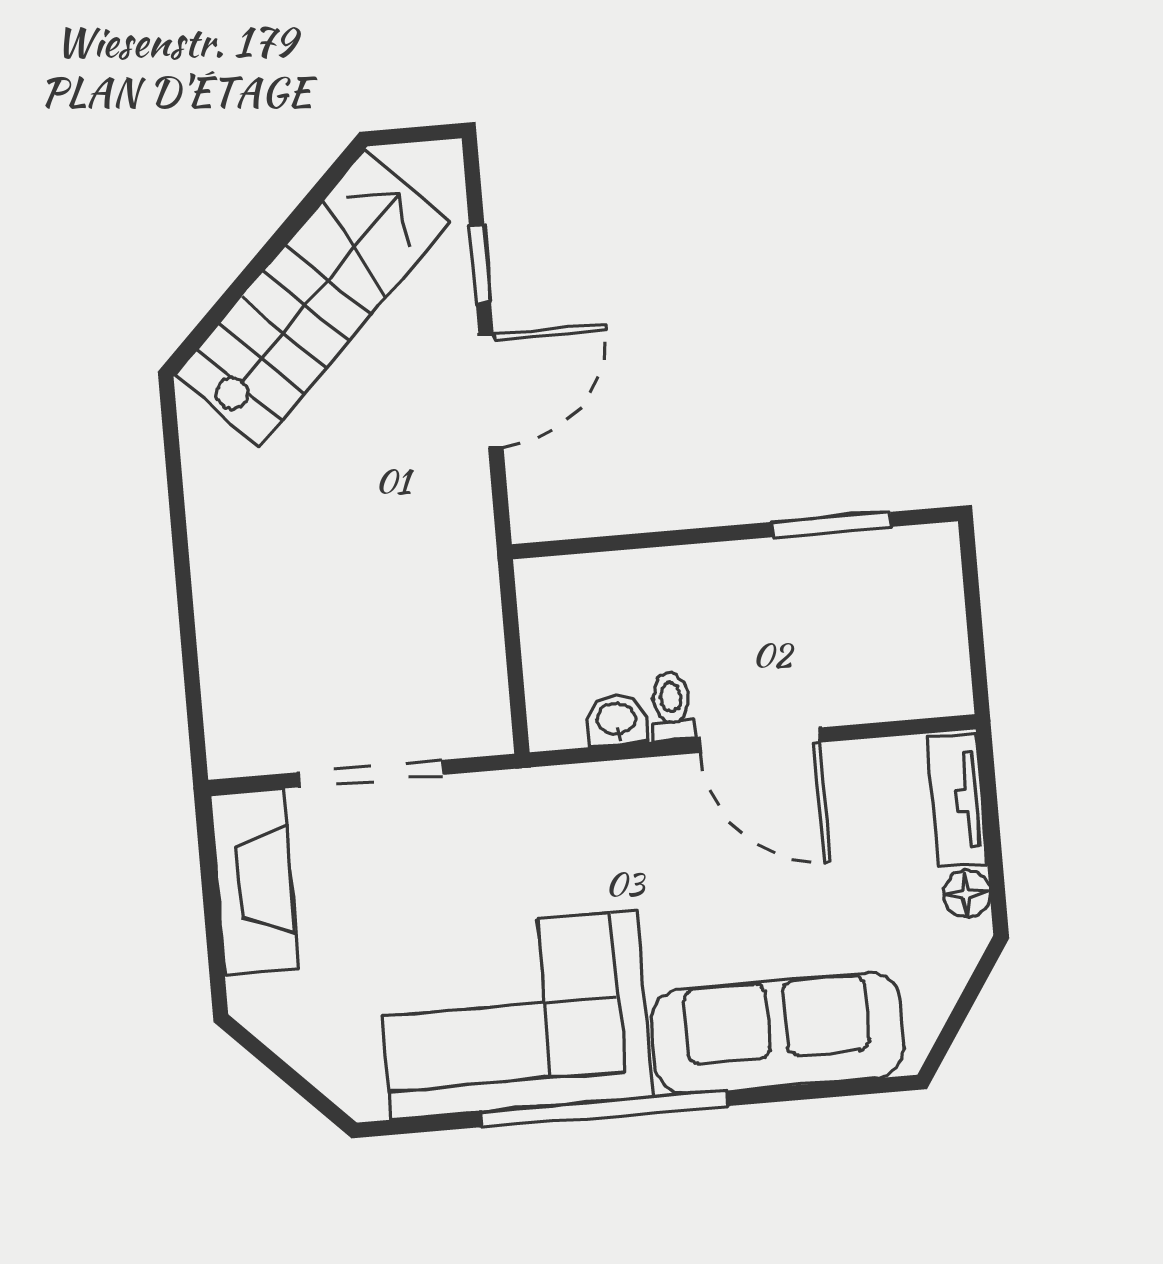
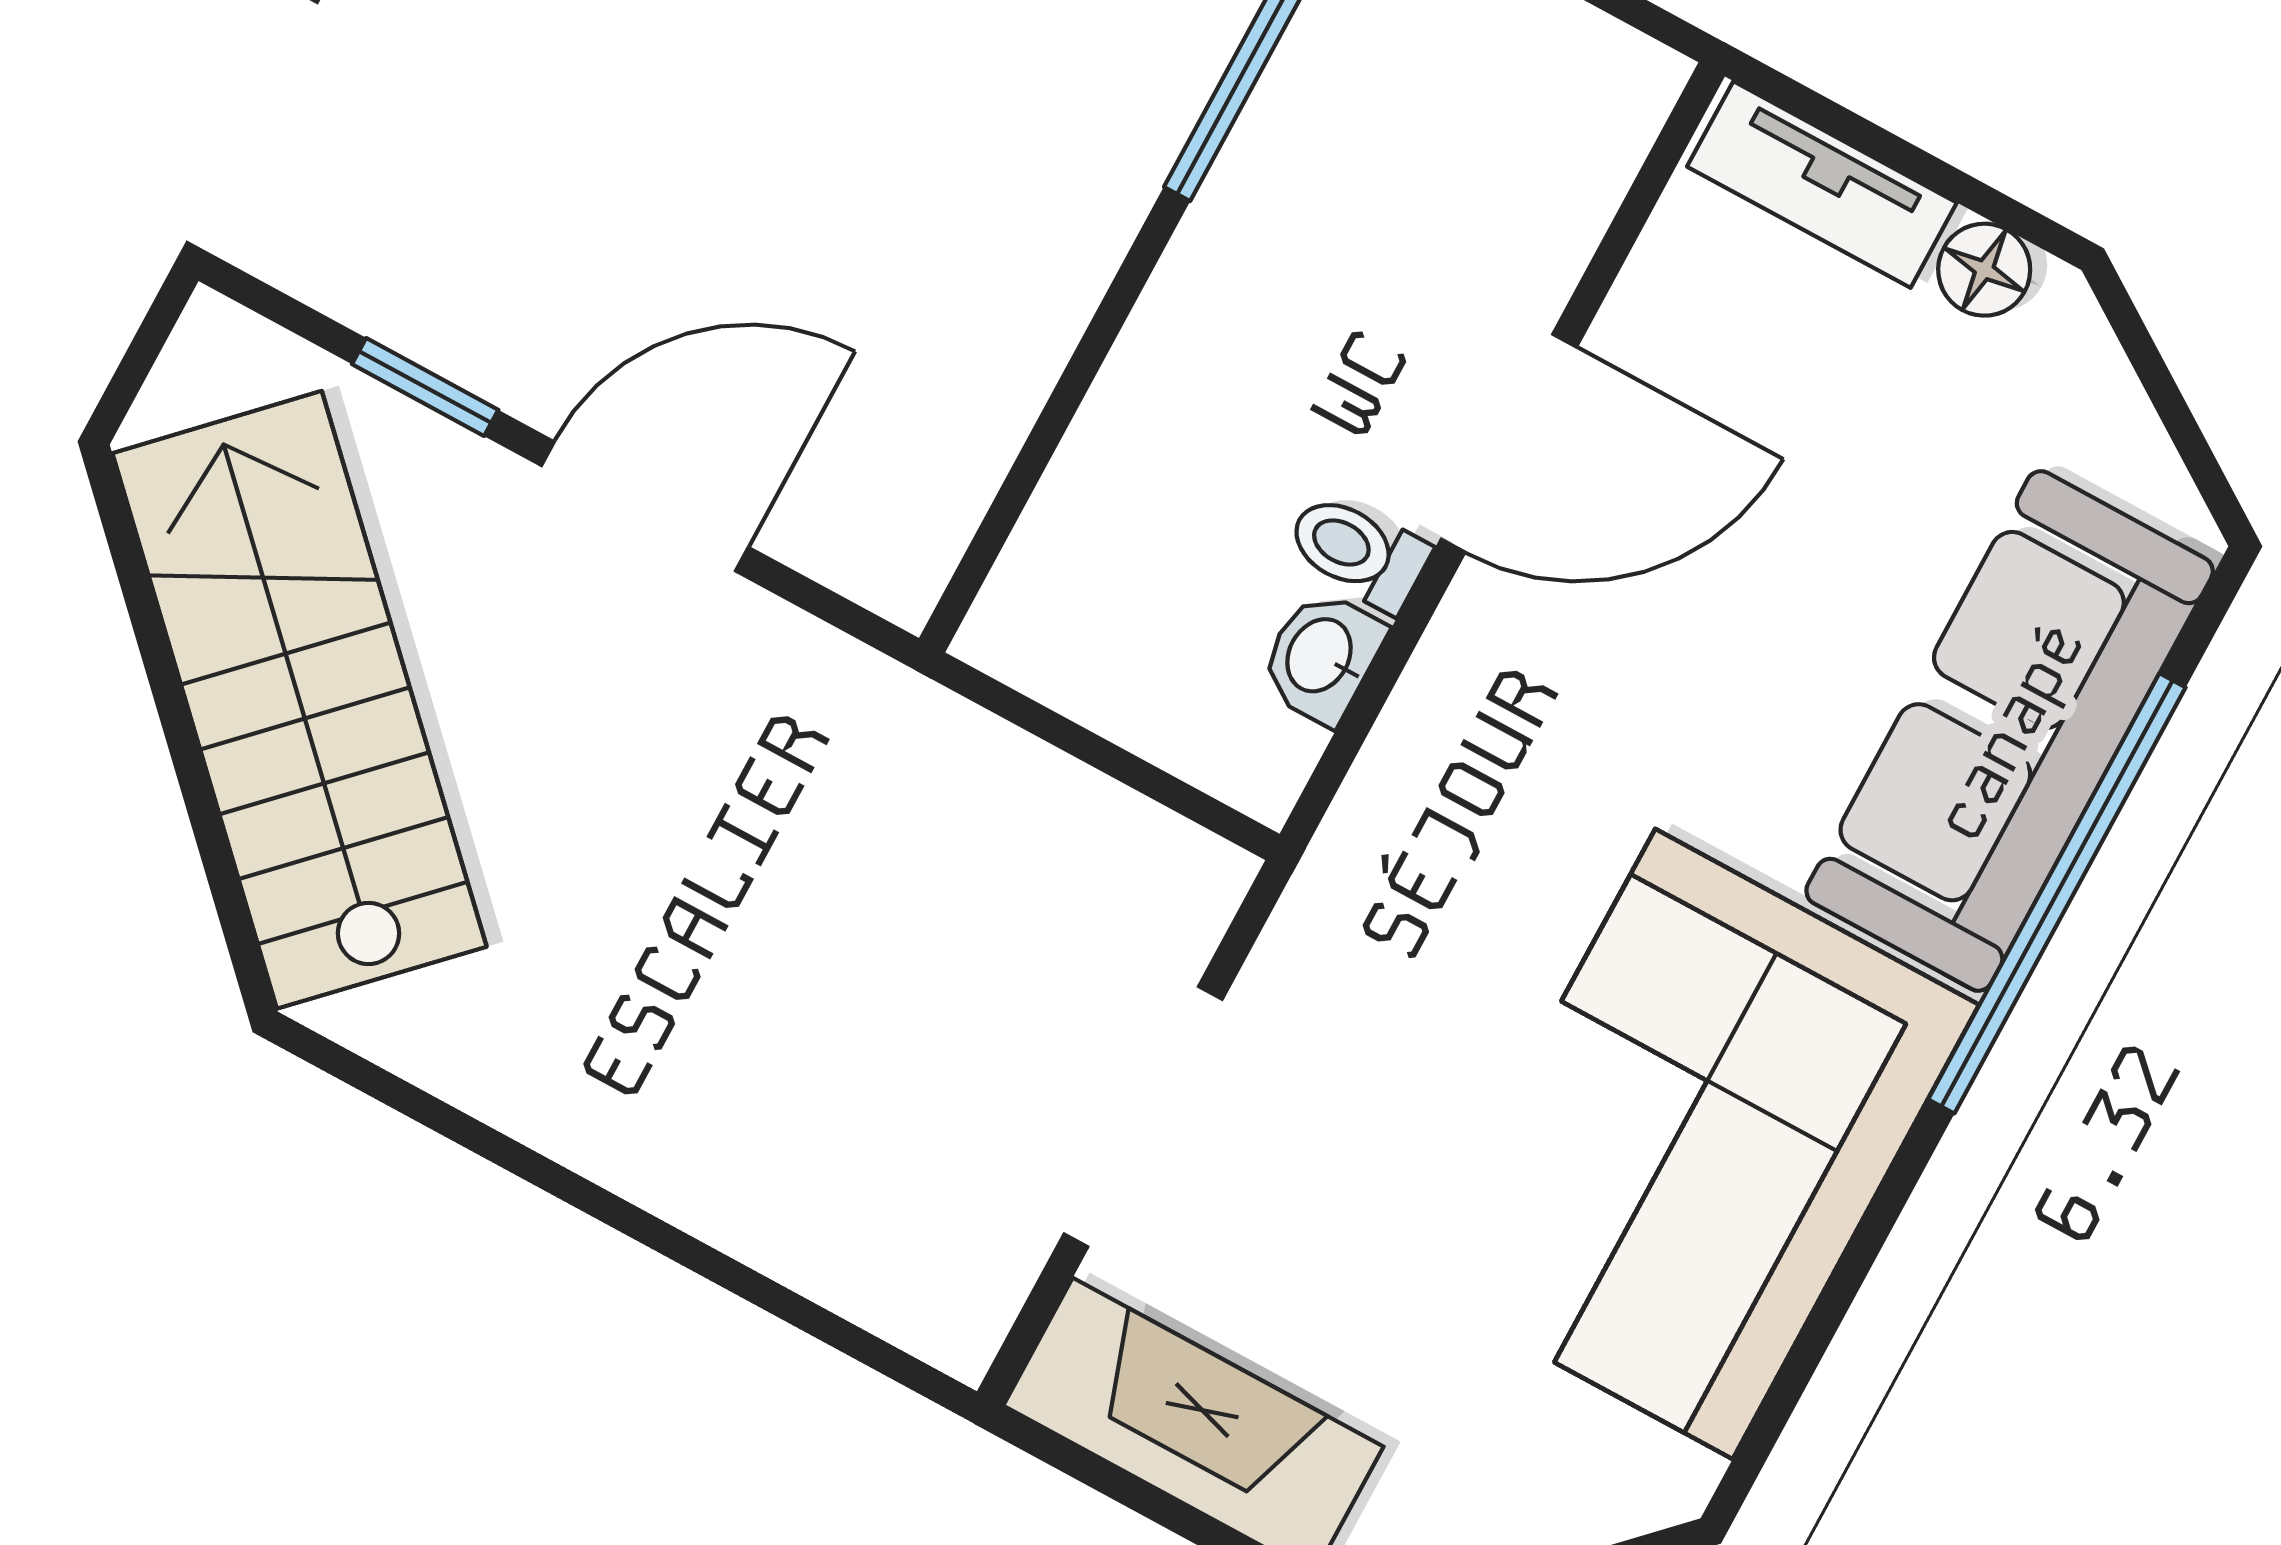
door: (491, 391) -> (645, 506), hinge flipped
window: (604, 1109) -> (2057, 893), moved

